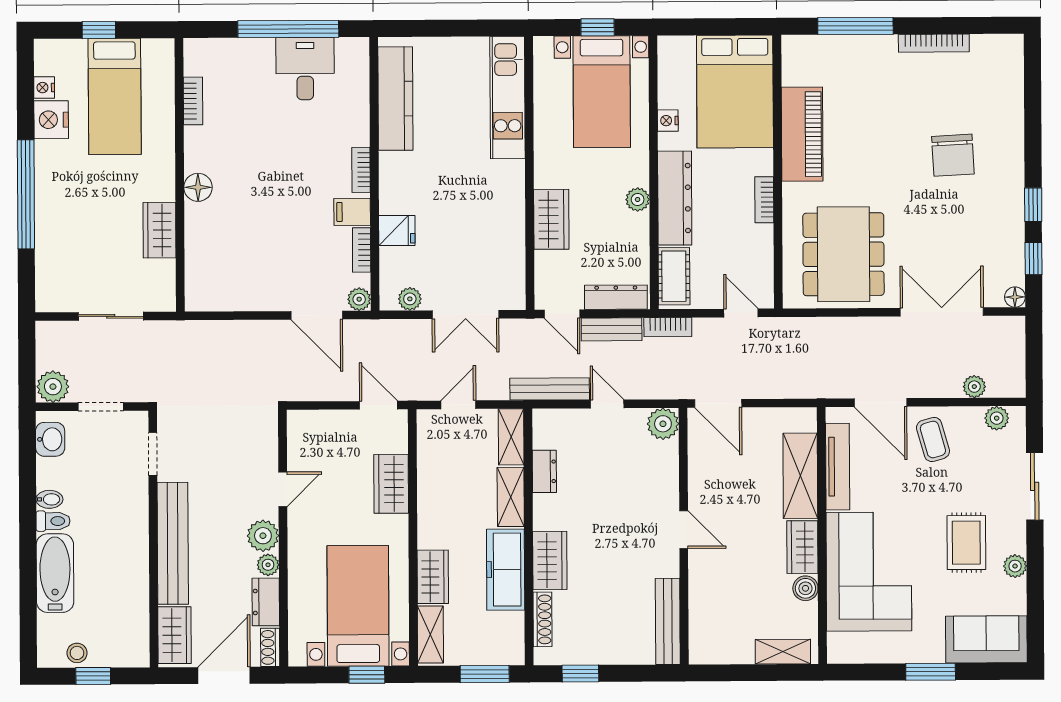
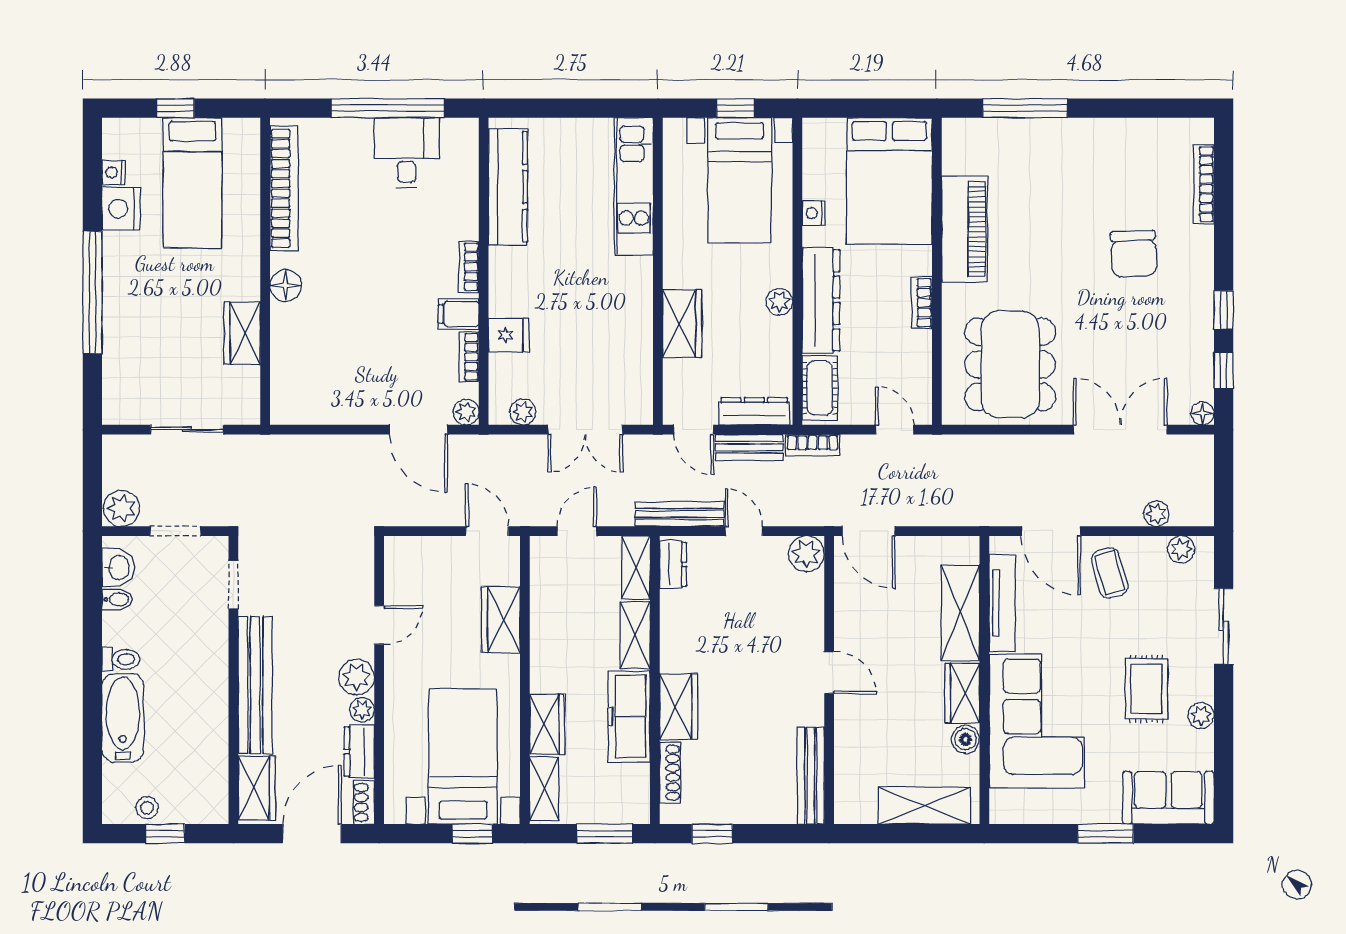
bookcase: (934, 43) -> (1204, 184), moved, turned 90
bookcase: (193, 101) -> (284, 188), width x2.31, depth x1.31
dresser: (544, 471) -> (673, 564), moved
bidet: (49, 499) -> (117, 599), moved
shelving: (783, 652) -> (924, 806), width x1.50, depth x1.33

